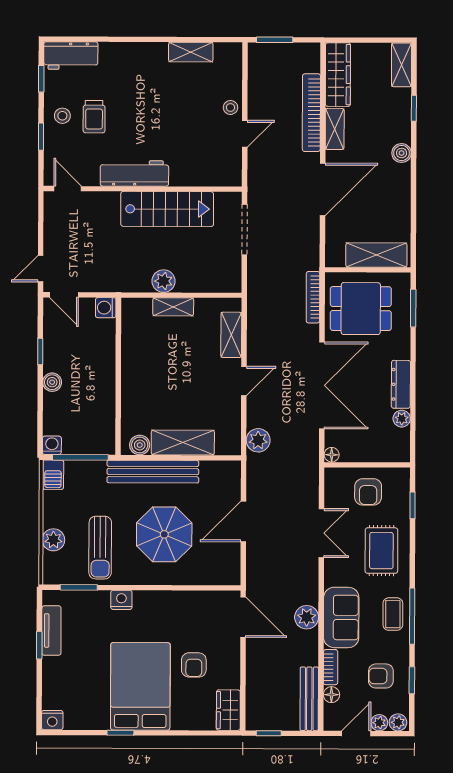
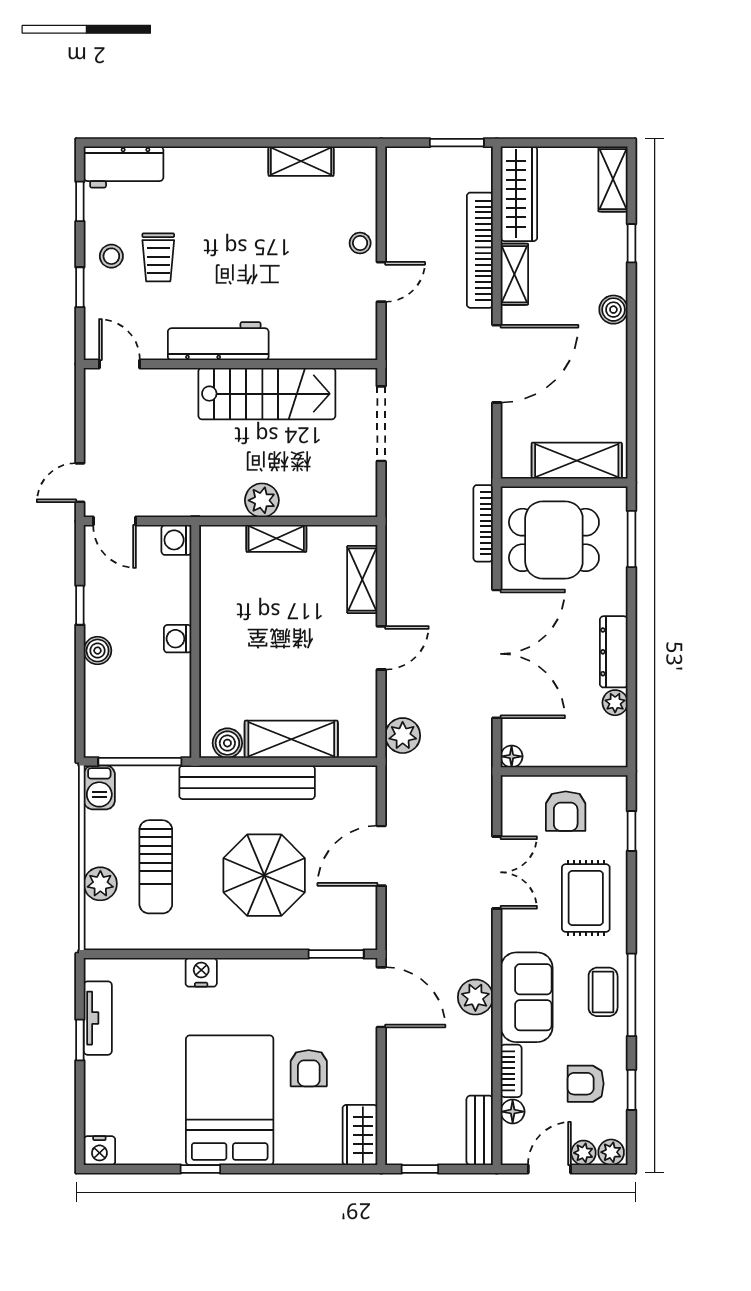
window: (275, 40) -> (457, 143), moved
washing machine: (52, 445) -> (178, 639), moved, turned -90
sun lounger: (100, 548) -> (156, 867), moved
window: (79, 587) -> (336, 954), moved
bench: (309, 699) -> (480, 1130), width x0.73

